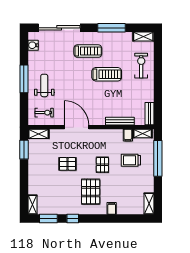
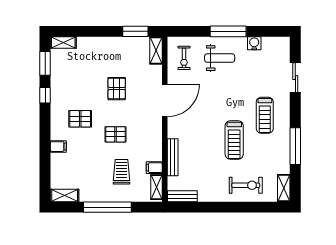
sliding door: (59, 28) -> (295, 78), width x0.54
water cooler: (33, 45) -> (254, 43), moved
window: (158, 158) -> (107, 207), moved
pallet: (91, 192) -> (80, 119), width x0.67, depth x0.71

